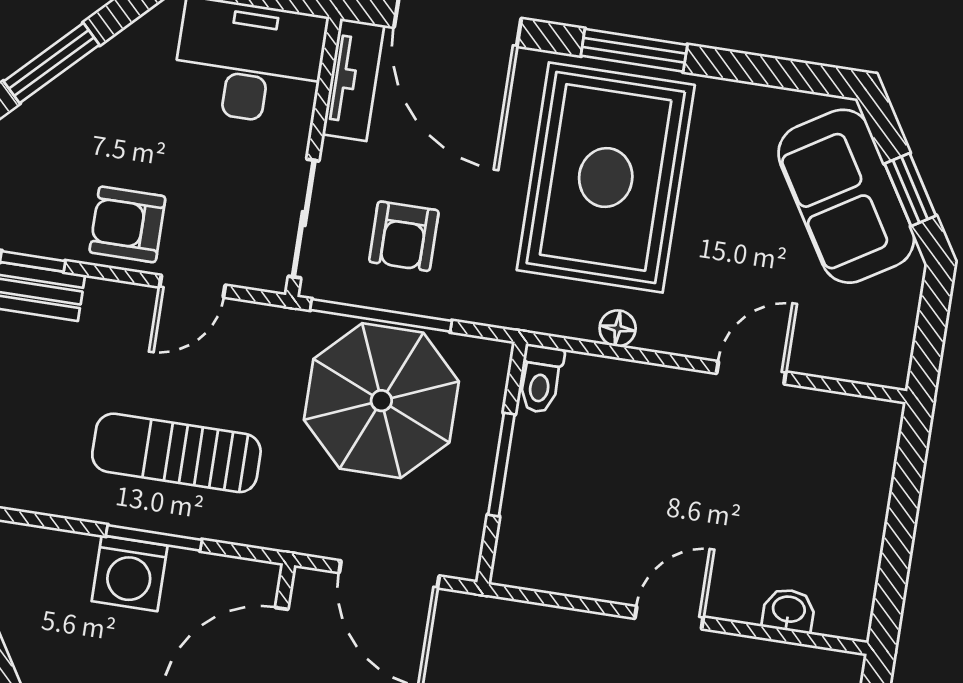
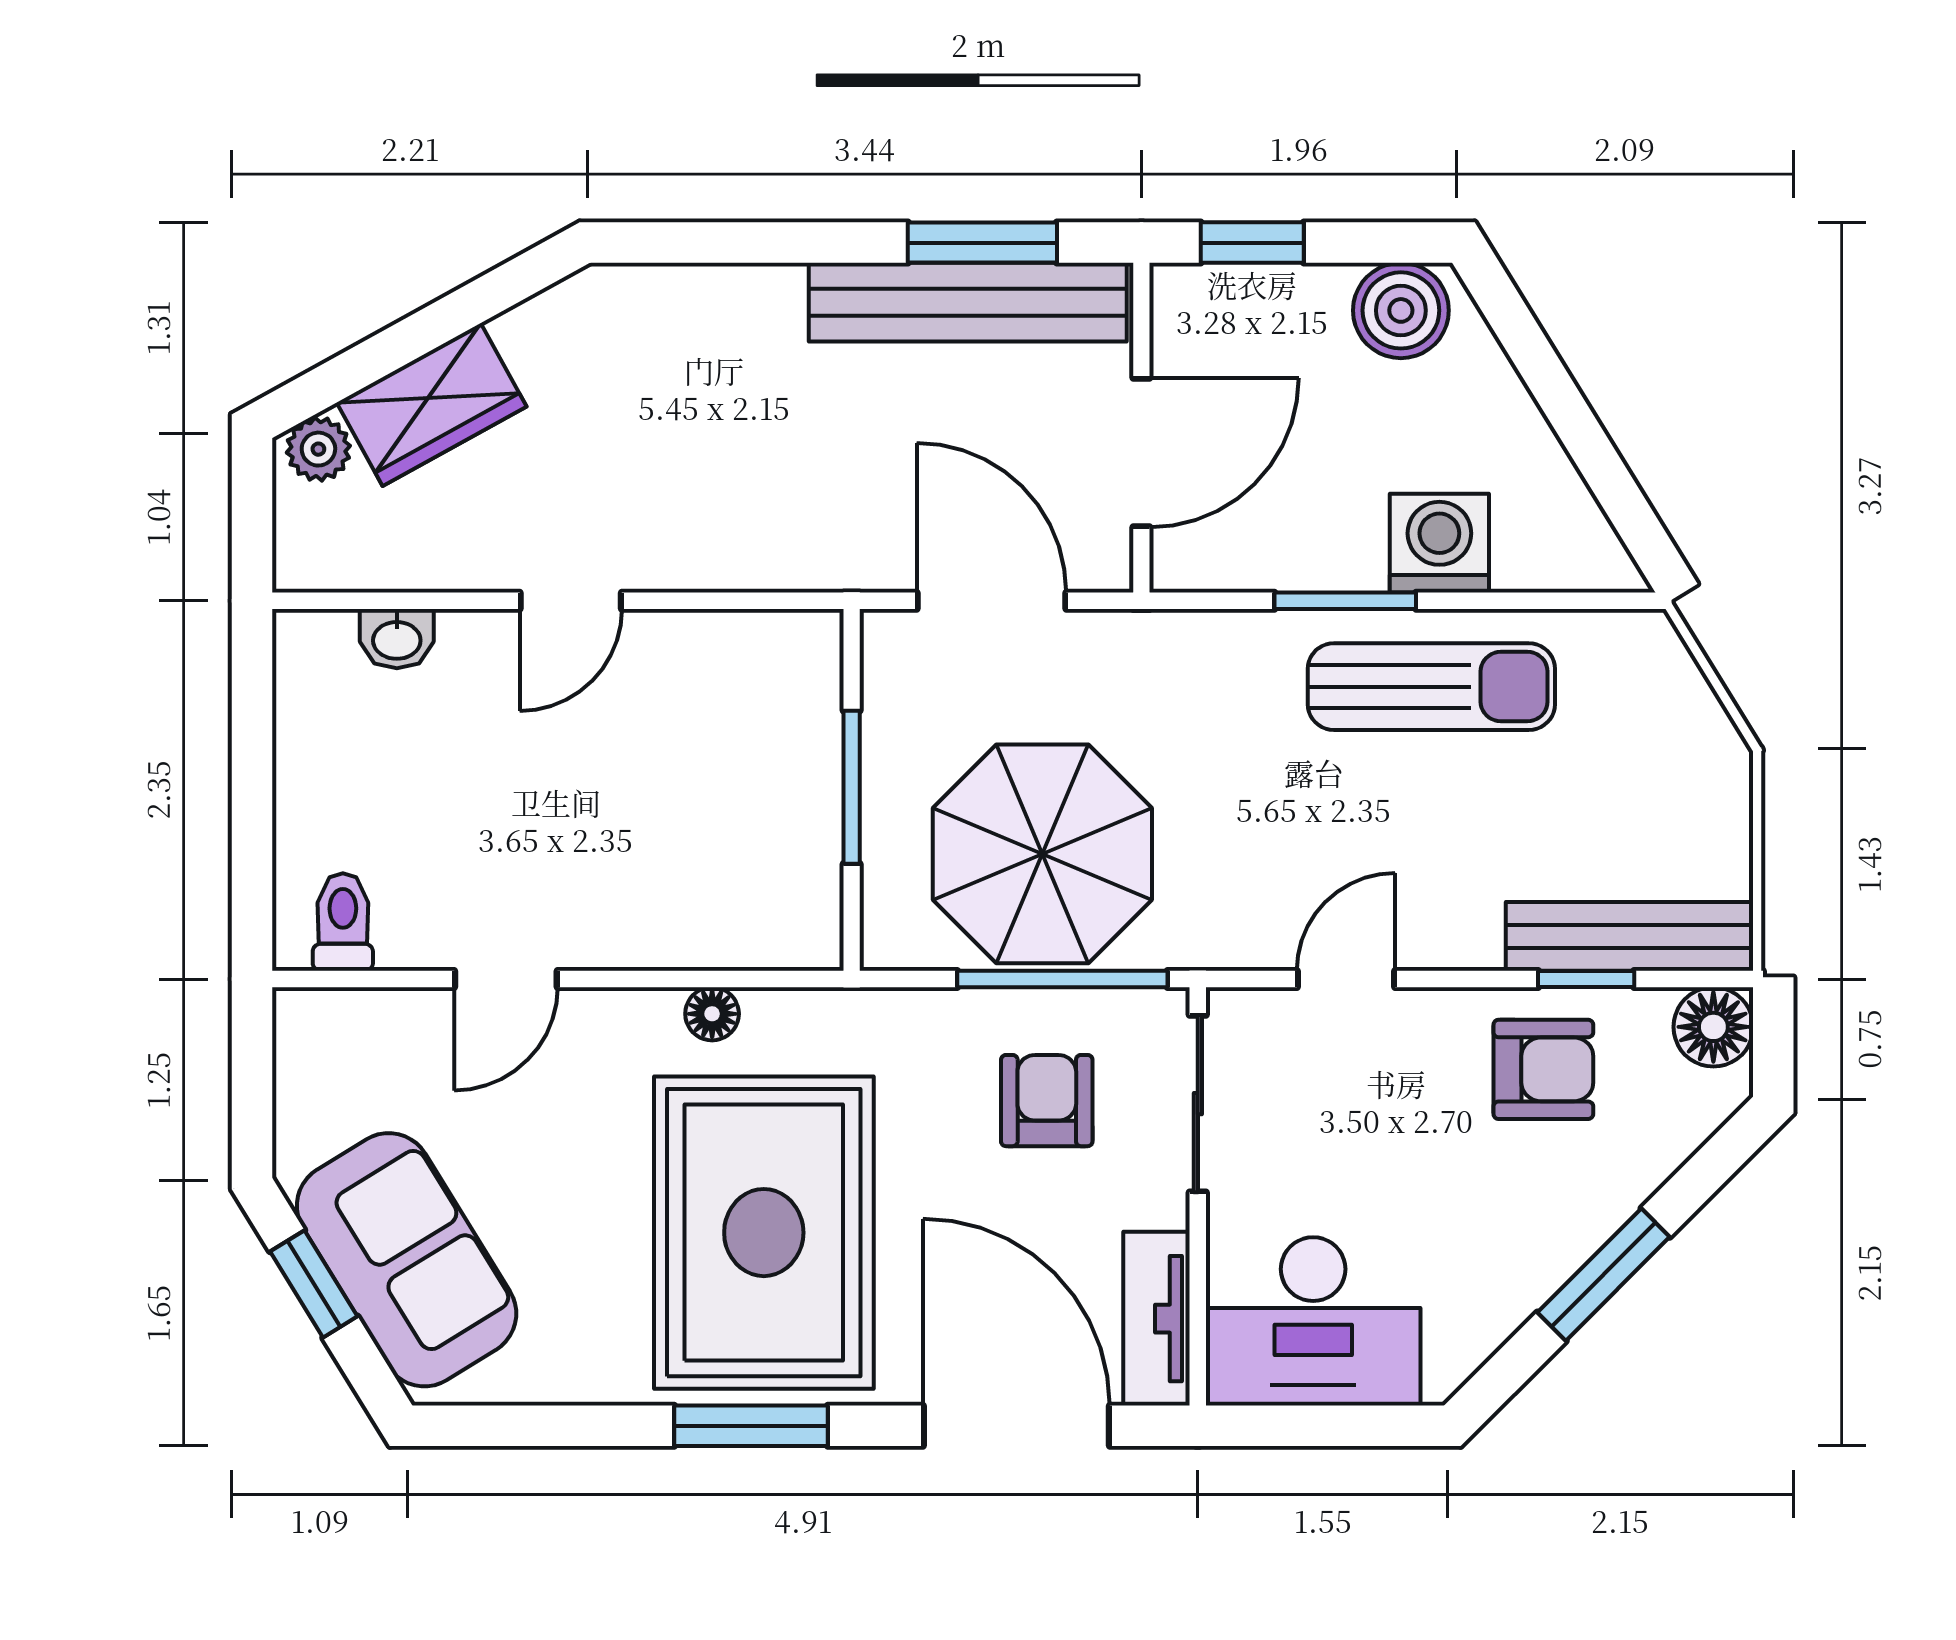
armchair: (127, 224) -> (1543, 1069), moved
toilet: (541, 379) -> (343, 922), moved
sun lounger: (176, 453) -> (1431, 687), moved
washing machine: (130, 573) -> (1439, 543), moved

